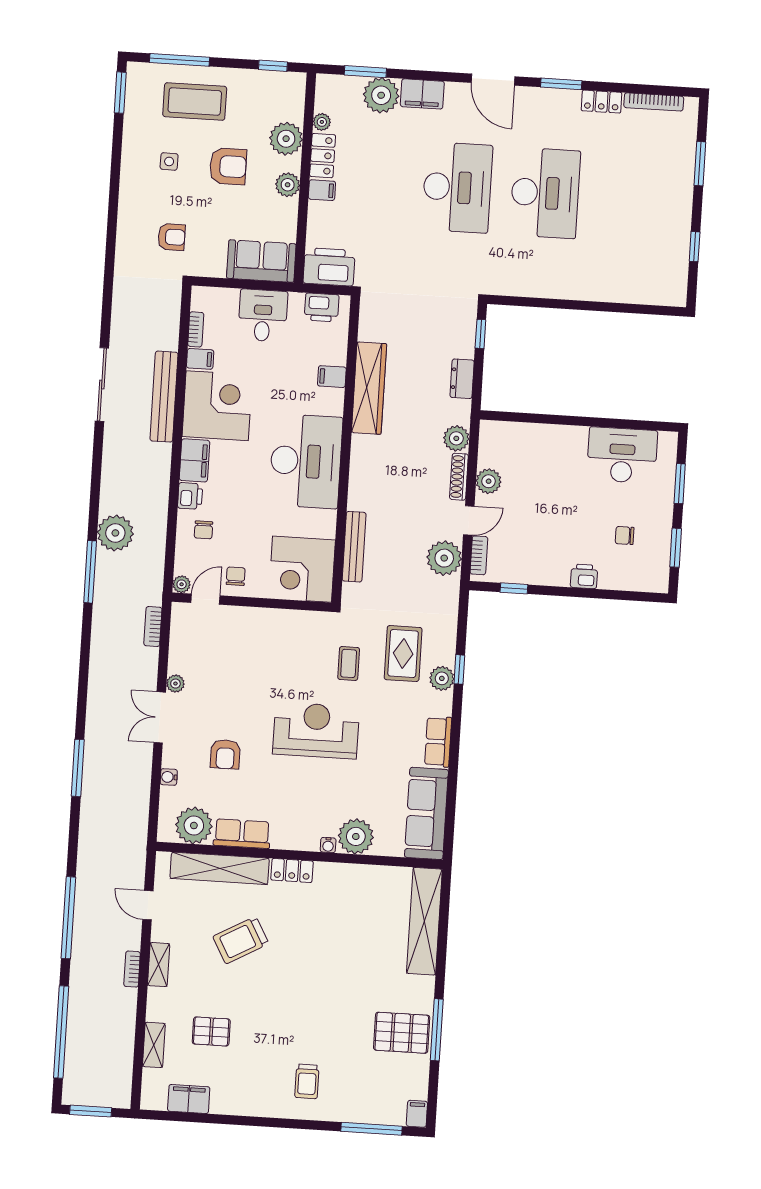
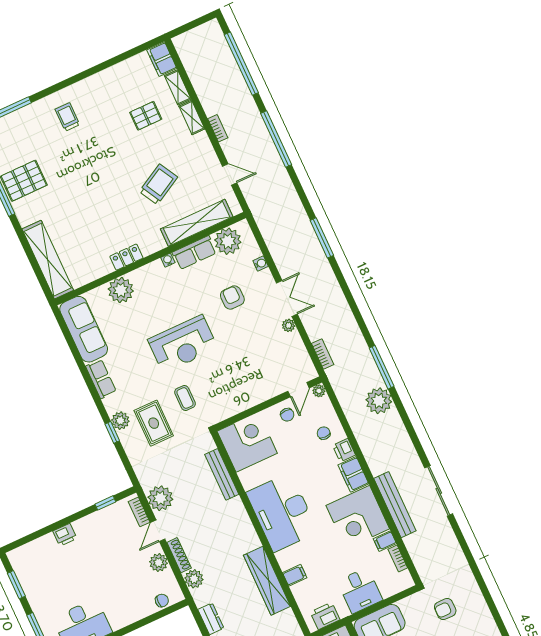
chair: (625, 535) -> (162, 601), moved
water cooler: (328, 845) -> (168, 260), moved
locker: (292, 870) -> (126, 257), moved
shelving: (159, 965) -> (192, 118), moved
filing cabinet: (189, 1099) -> (162, 59), moved, turned 90
window: (91, 1111) -> (195, 23), removed

